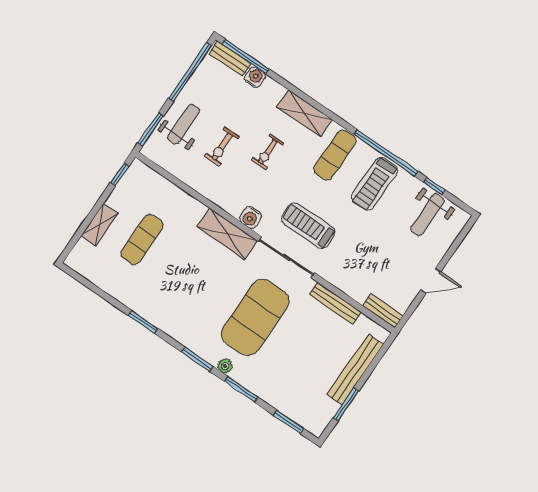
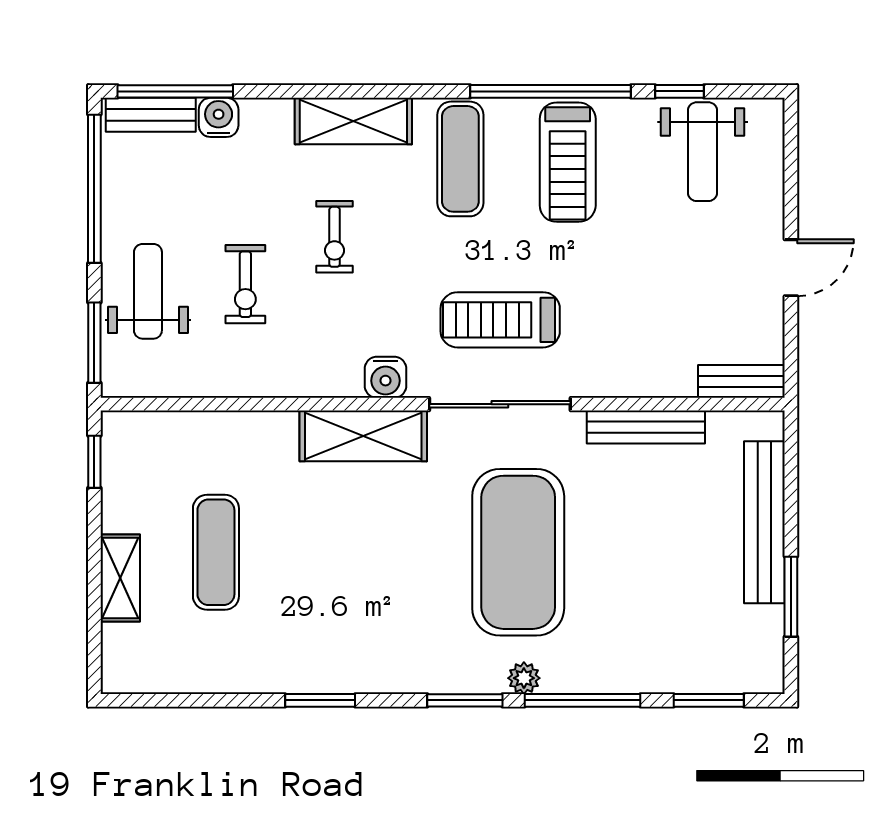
window: (241, 389) -> (582, 700), width x1.44

